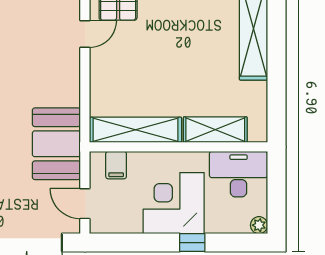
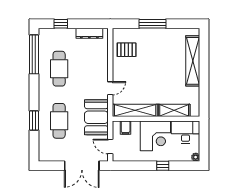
door: (85, 34) -> (110, 88), moved
corner desk: (174, 203) -> (155, 136), moved, turned 180

